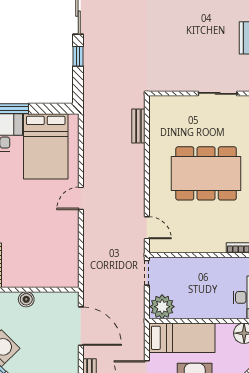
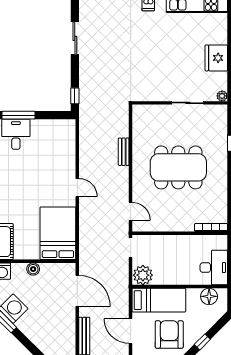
window: (78, 56) -> (75, 96), moved
bench: (138, 126) -> (124, 152), moved
bed: (46, 146) -> (58, 233), moved, turned 180
door: (81, 198) -> (77, 188), swing flipped

